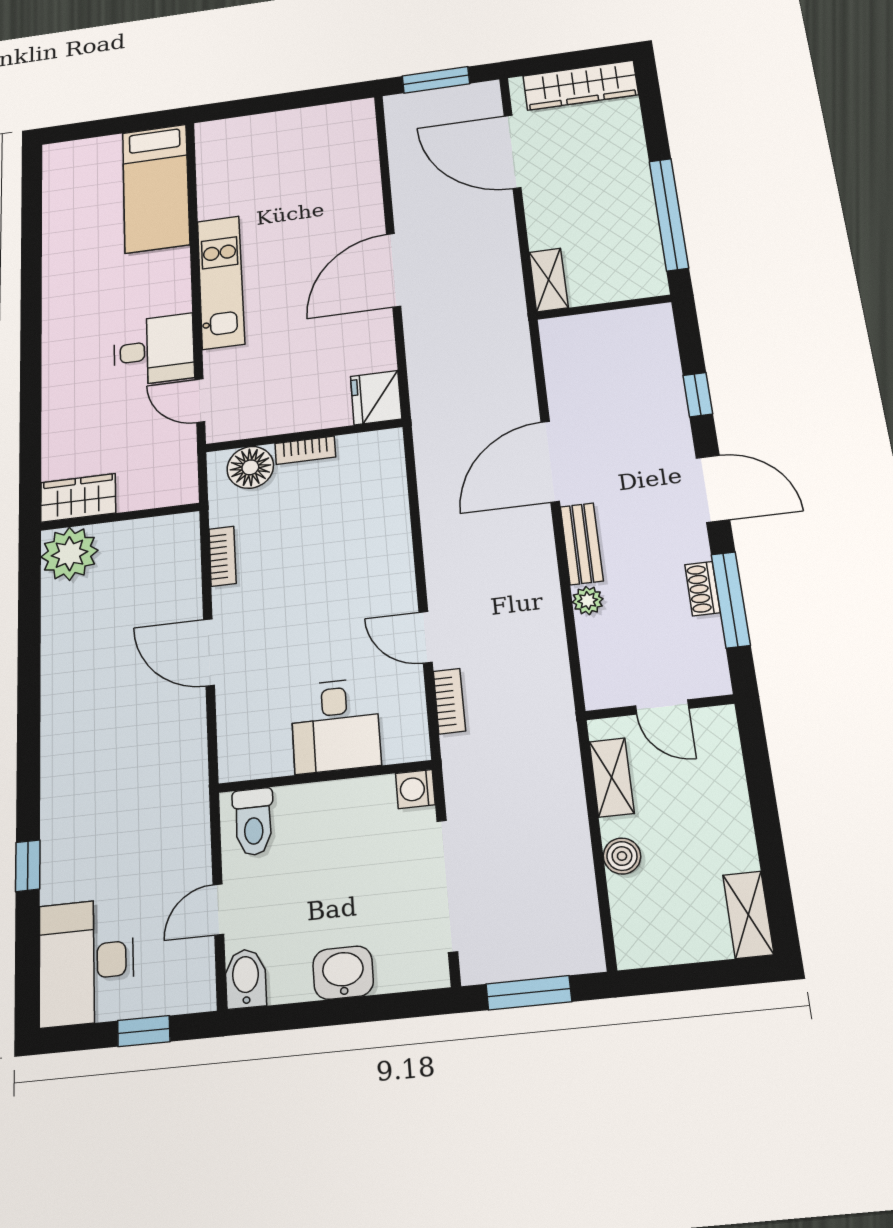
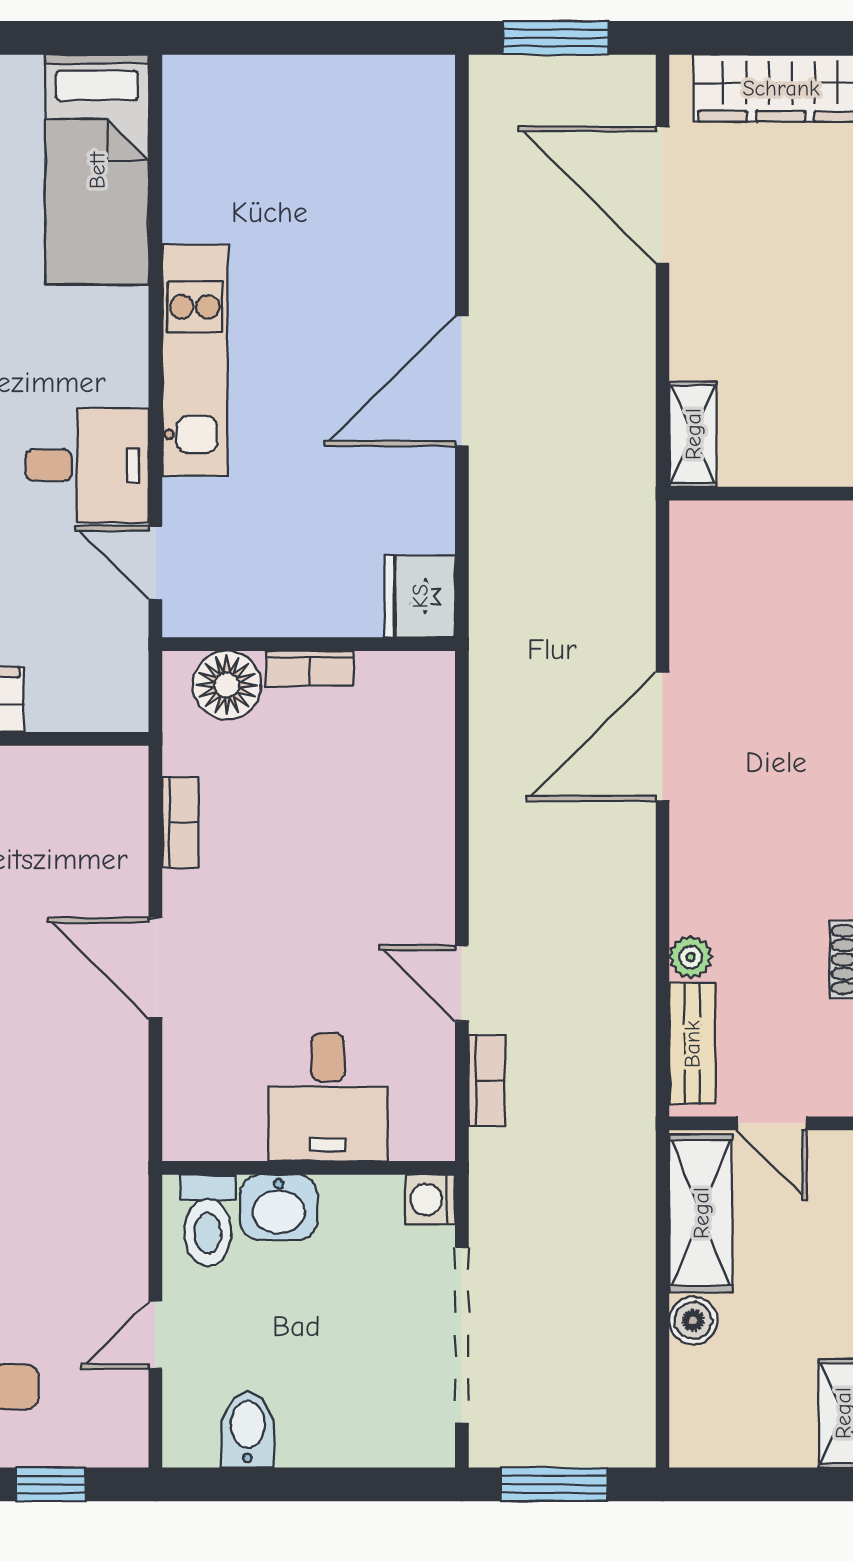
bench: (582, 544) -> (692, 1044), moved
shelving: (612, 777) -> (701, 1213), width x1.50, depth x1.33
washbasin: (343, 973) -> (279, 1207), moved, turned 180
bidet: (246, 979) -> (248, 1430), moved

